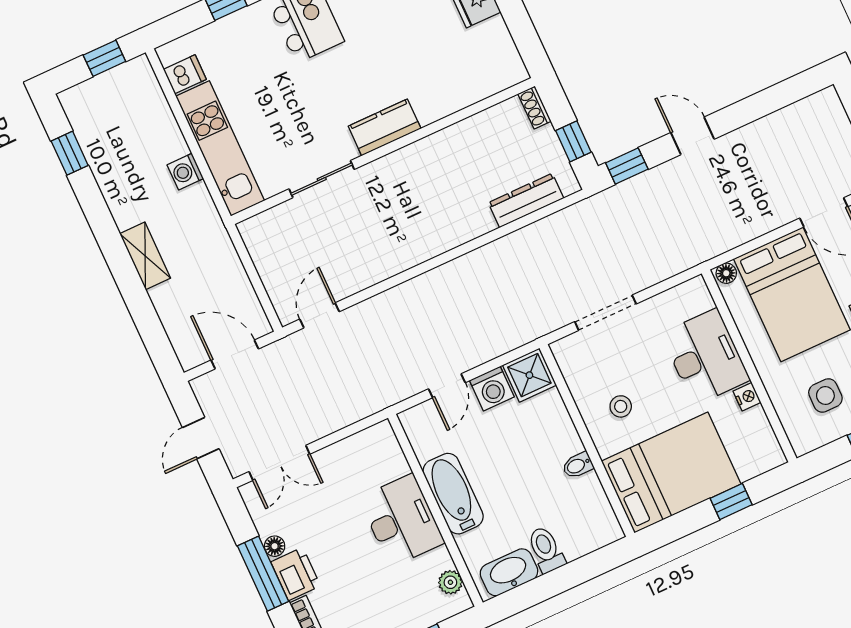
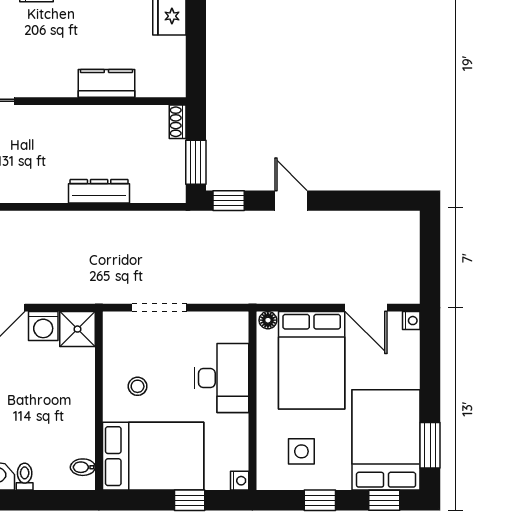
kitchen counter: (385, 127) -> (106, 83), moved
window: (573, 141) -> (196, 162), width x1.50
dresser: (526, 200) -> (99, 191), moved
nightstand: (747, 397) -> (240, 481), moved
bidet: (578, 465) -> (83, 467), moved
toilet: (546, 550) -> (25, 477), width x0.73, depth x0.72

